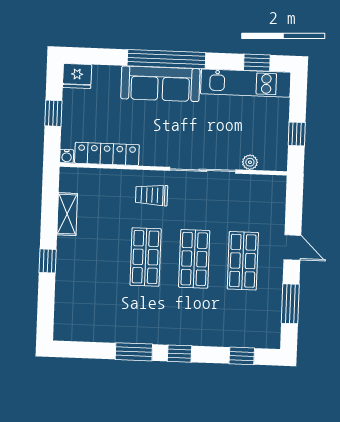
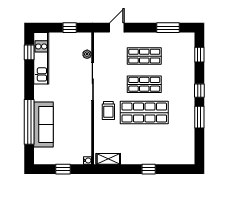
window: (166, 59) -> (29, 122), moved
fridge: (77, 76) -> (41, 156), removed
sofa: (160, 84) -> (44, 124), moved
locker: (107, 154) -> (85, 137), removed
shelving: (67, 214) -> (108, 159), moved
door: (292, 247) -> (117, 28), moved
shop shelf: (146, 257) -> (144, 113), width x1.43, depth x1.36

